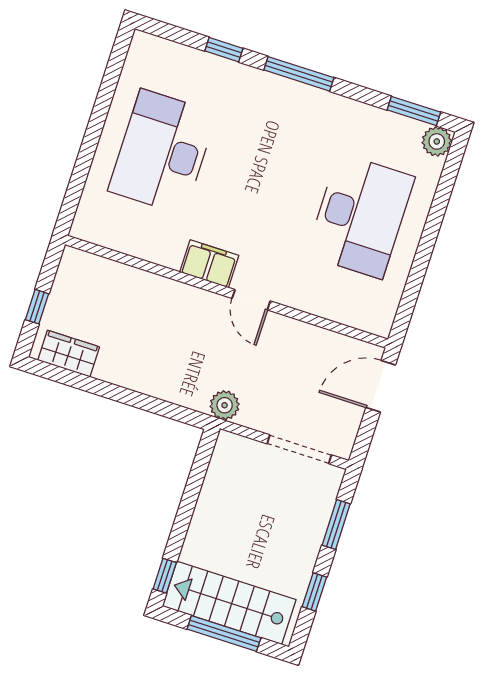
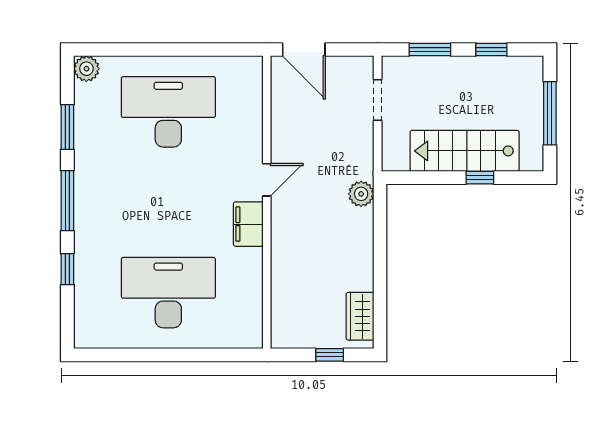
window: (414, 111) -> (67, 127), moved
desk: (162, 152) -> (168, 293), turned 180
plant: (225, 405) -> (361, 194), moved
doorway: (299, 449) -> (378, 100), width x0.73
window: (165, 576) -> (480, 178), moved
stairs: (229, 603) -> (465, 151), moved, turned 90

